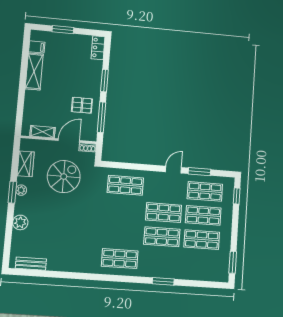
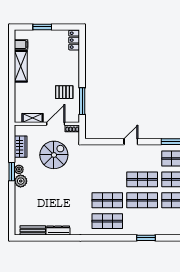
window: (104, 81) -> (82, 69), removed
door: (173, 170) -> (131, 142), moved
shop shelf: (125, 185) -> (107, 200), moved
plant: (20, 222) -> (21, 181), moved
dresser: (61, 266) -> (58, 231), added

